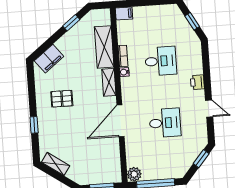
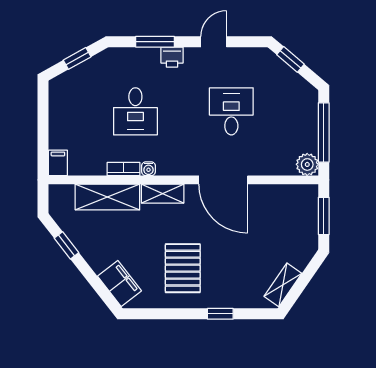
desk: (161, 61) -> (135, 111), turned 180
window: (206, 71) -> (155, 42), added
pallet: (62, 99) -> (183, 268), width x1.50, depth x1.42

